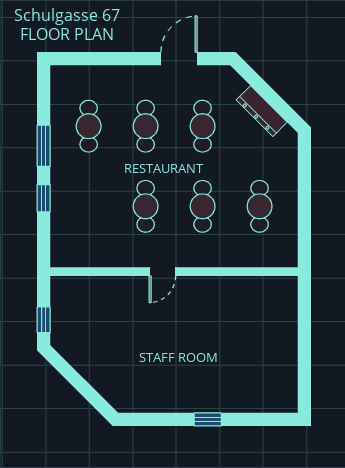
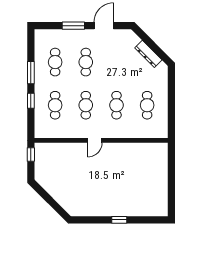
window: (123, 59) -> (73, 26), added
cafe table: (203, 126) -> (55, 105), moved
window: (44, 320) -> (31, 155), moved

